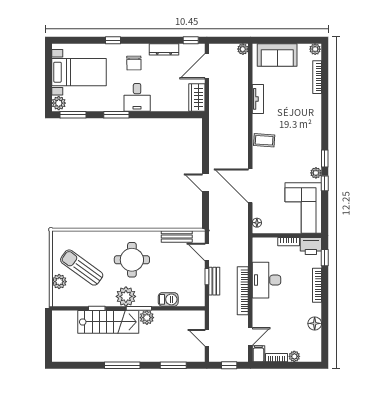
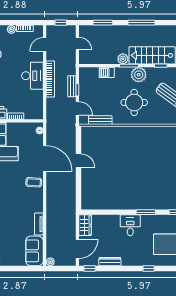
sofa: (277, 55) -> (34, 251), moved, turned -90
chair: (134, 63) -> (133, 251), removed
coffee table: (264, 140) -> (34, 182), moved
desk: (266, 280) -> (32, 76), moved
filing cabinet: (258, 354) -> (38, 31), removed

